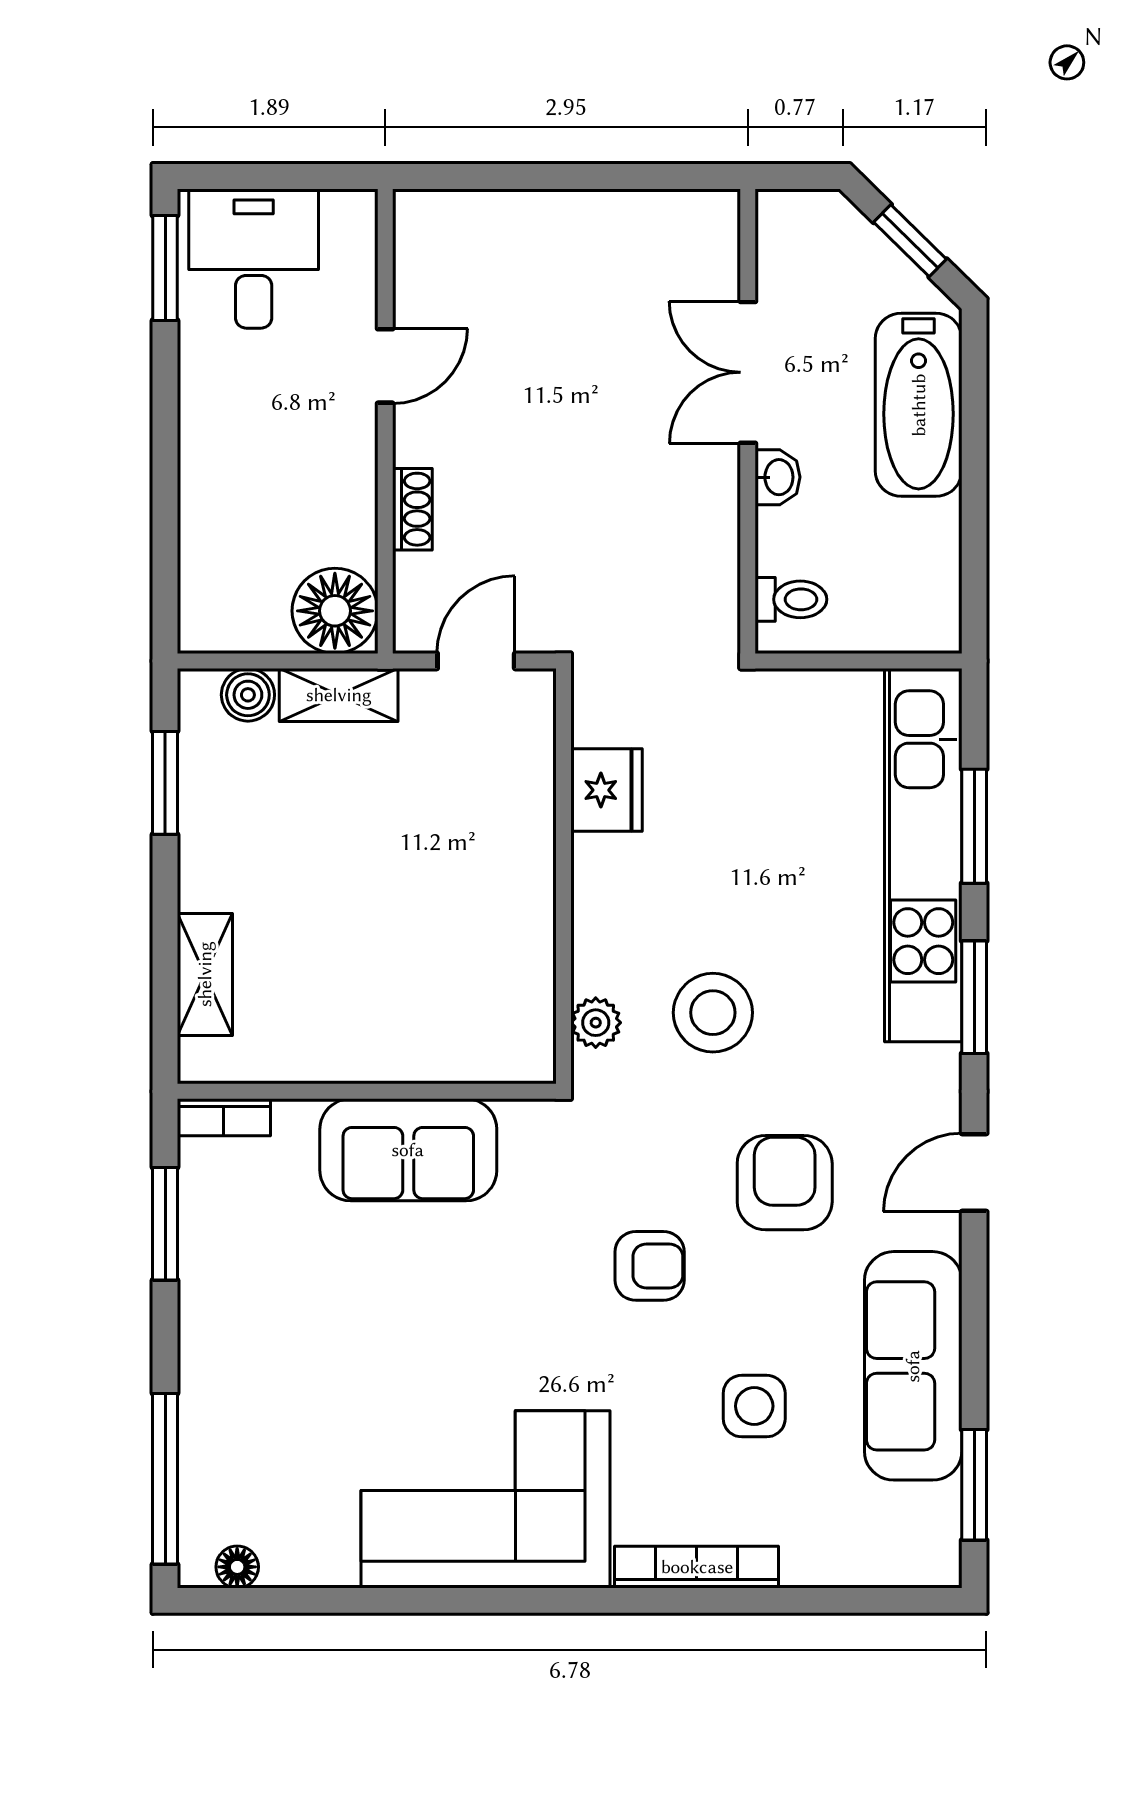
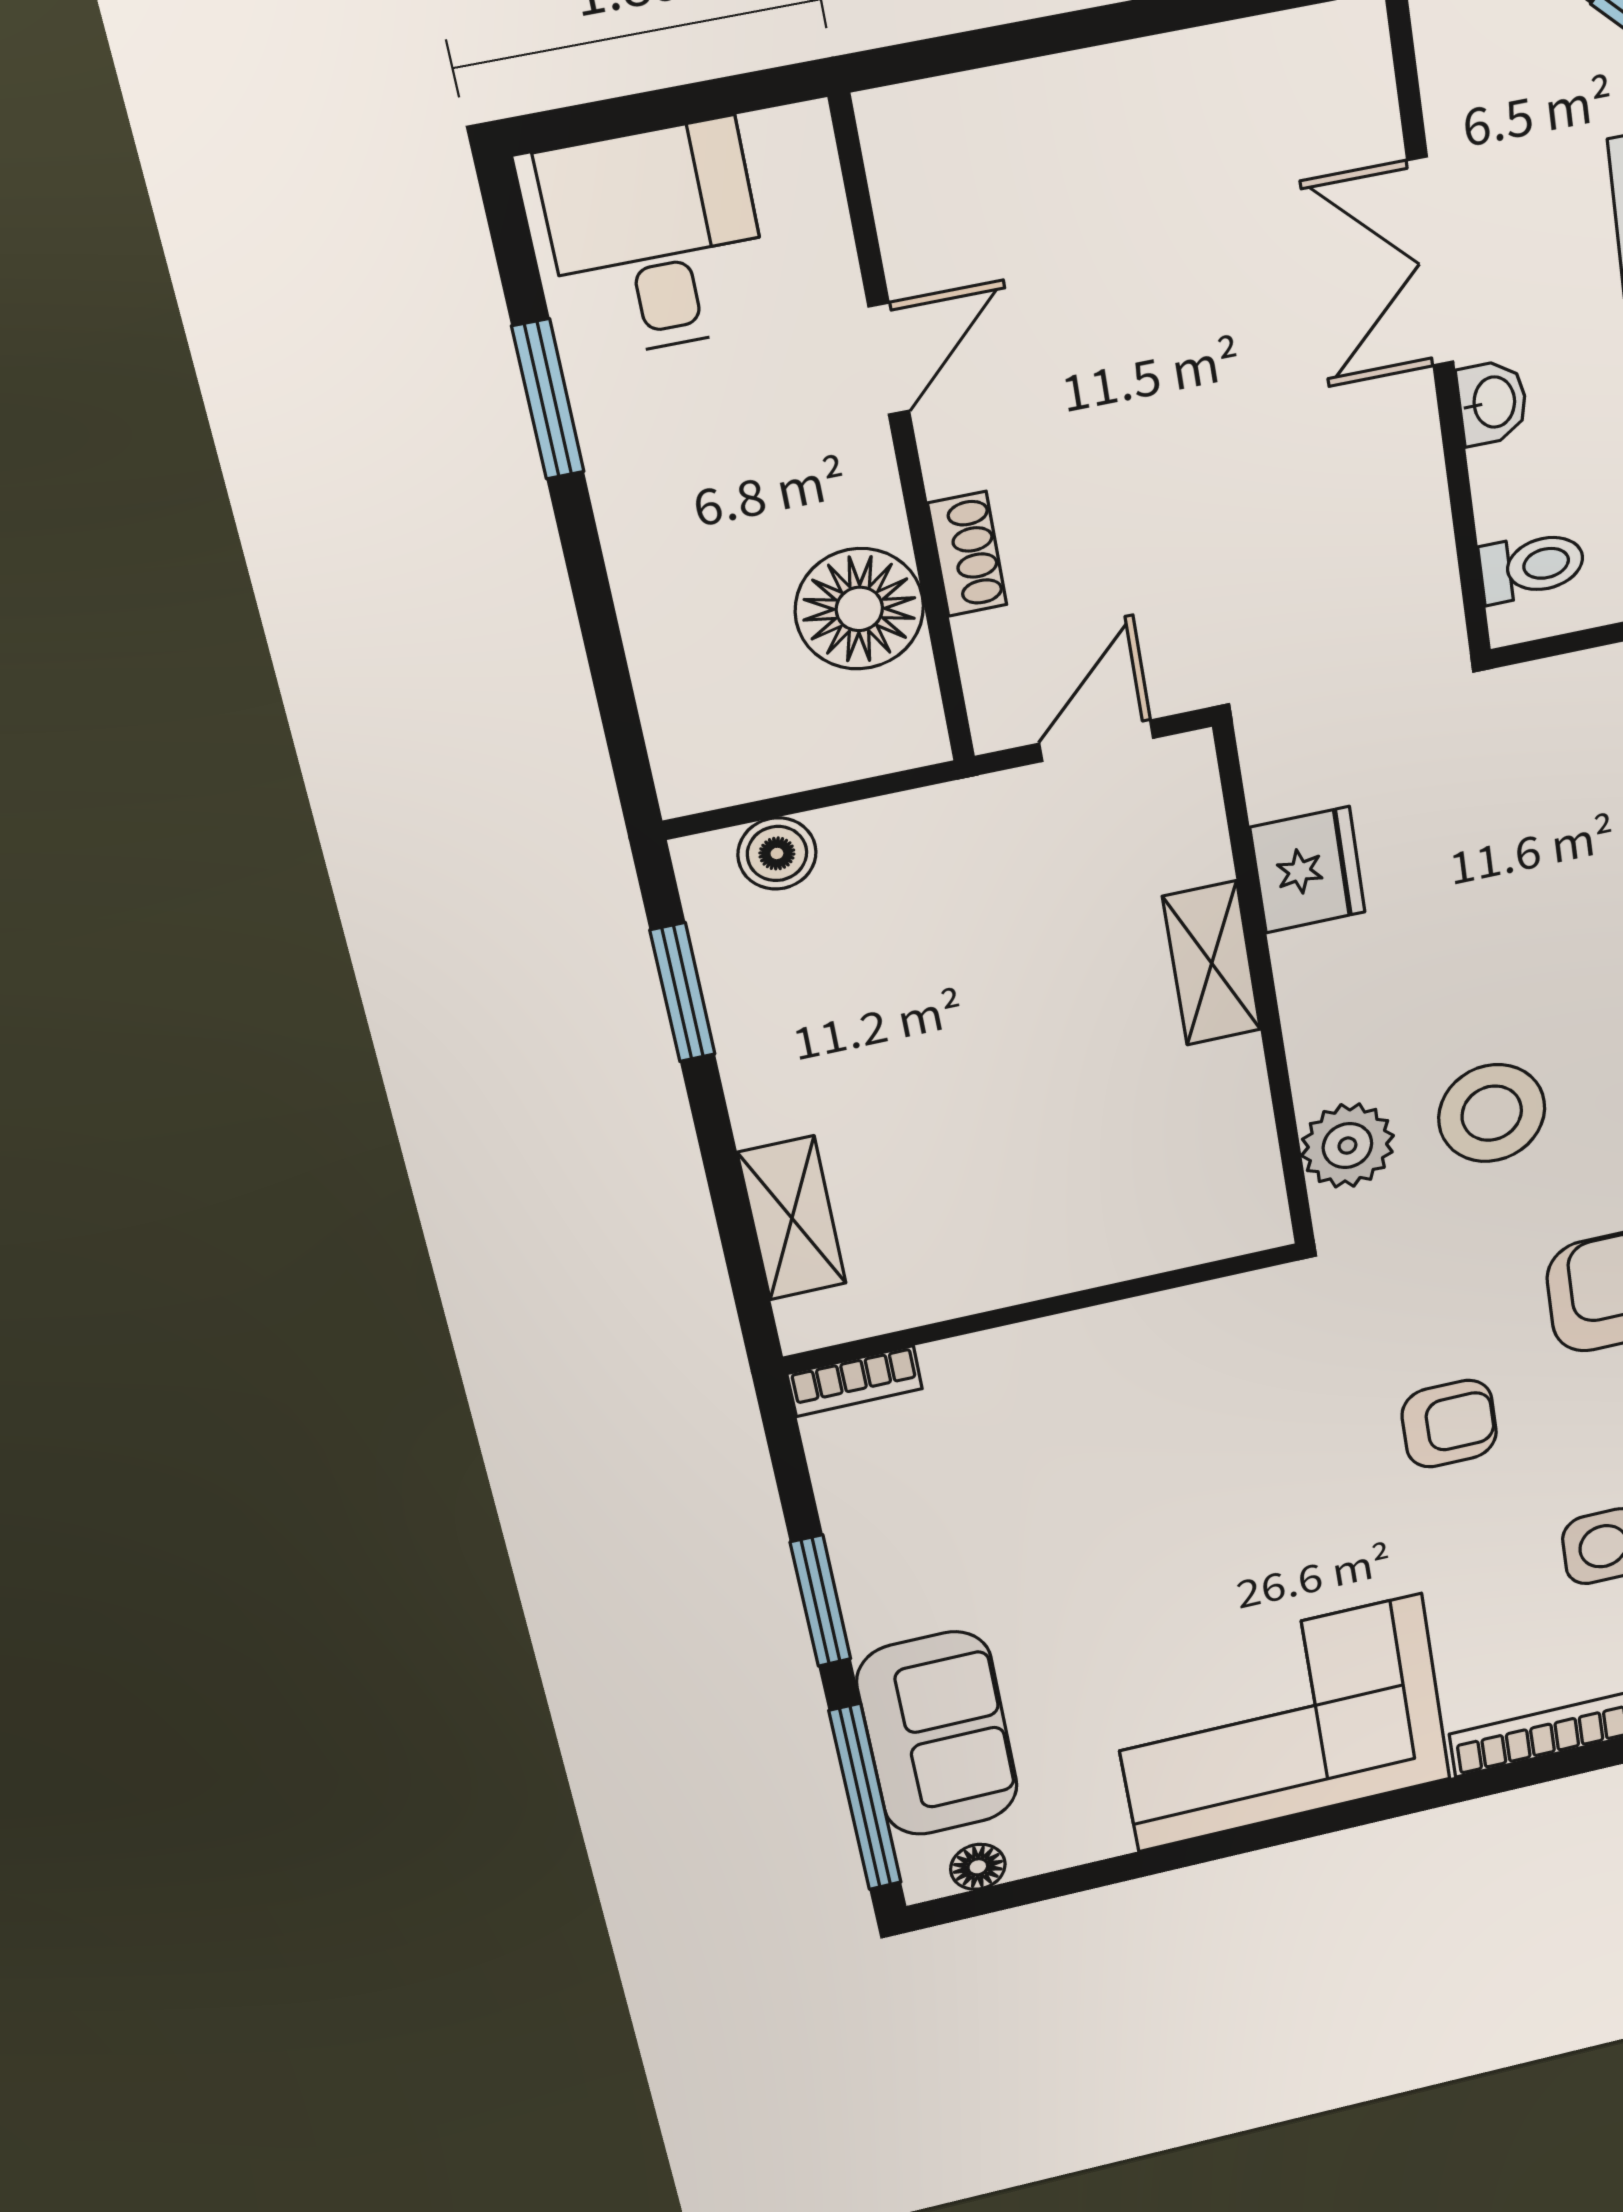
window: (165, 268) -> (548, 399), moved
floor lamp: (335, 611) -> (859, 609), moved
shelving: (339, 695) -> (1212, 963), moved, turned 90
plant: (596, 1023) -> (1347, 1146), width x1.38, depth x1.38
sofa: (408, 1150) -> (937, 1734), moved, turned -90
window: (165, 1224) -> (821, 1601), moved

